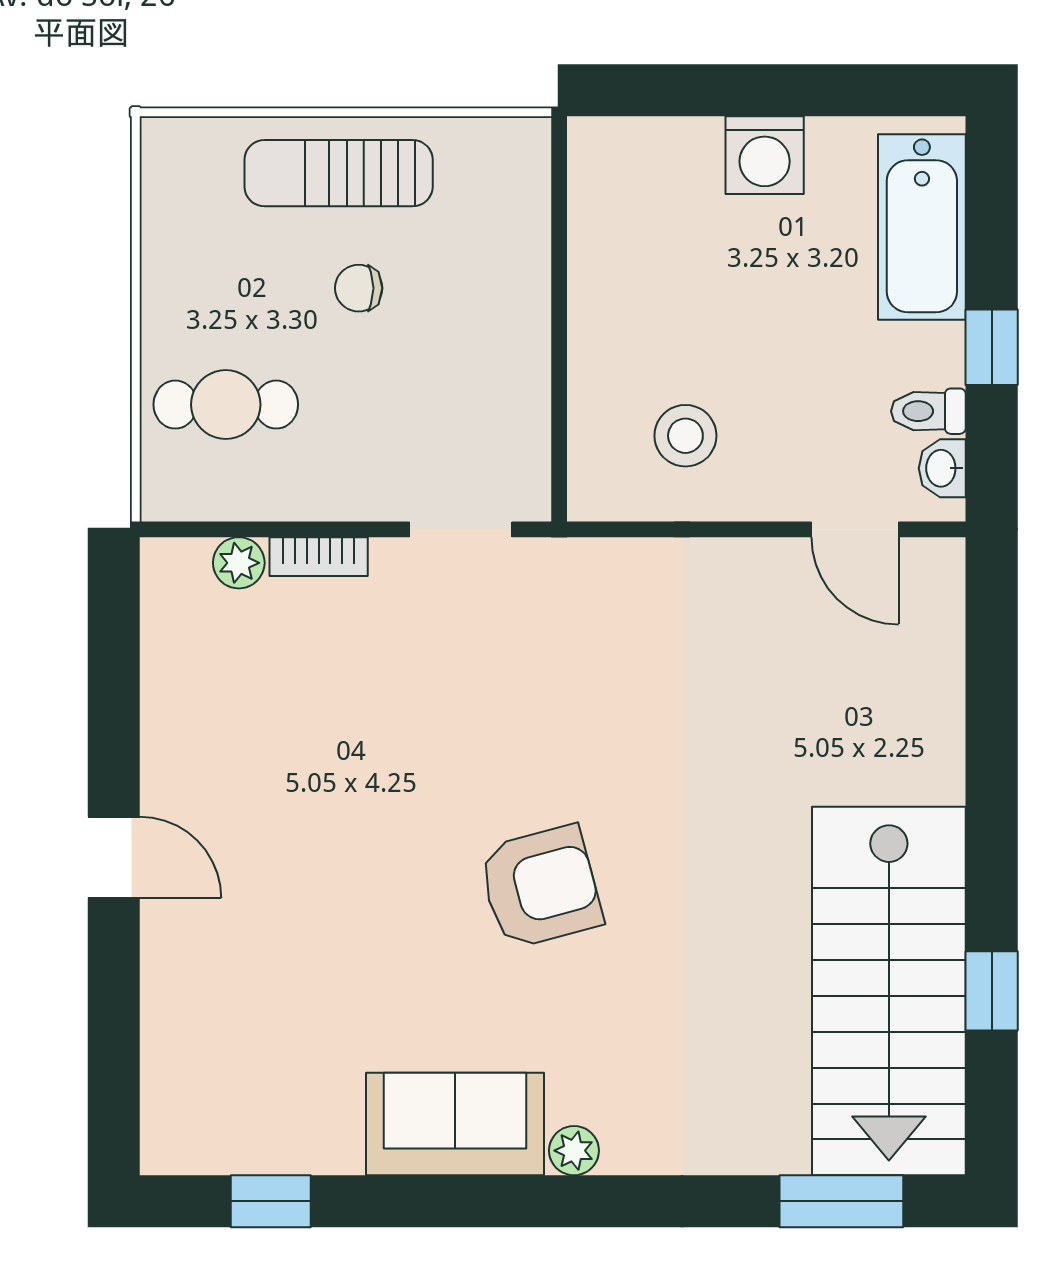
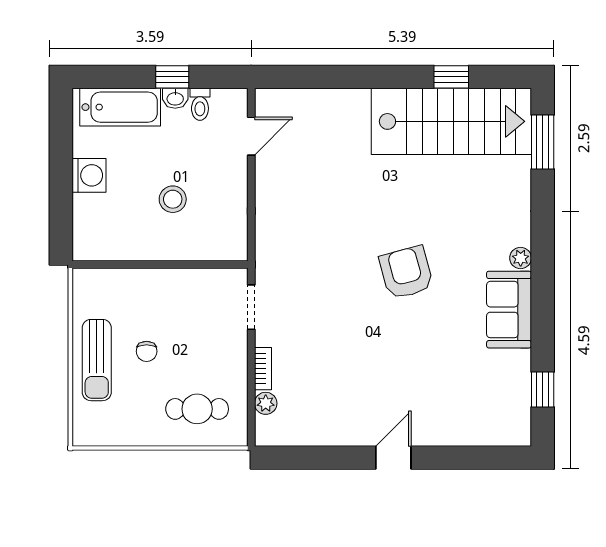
cafe table: (226, 405) -> (197, 409), turned 90
stool: (685, 436) -> (173, 199), moved
washbasin: (942, 468) -> (175, 98), moved

